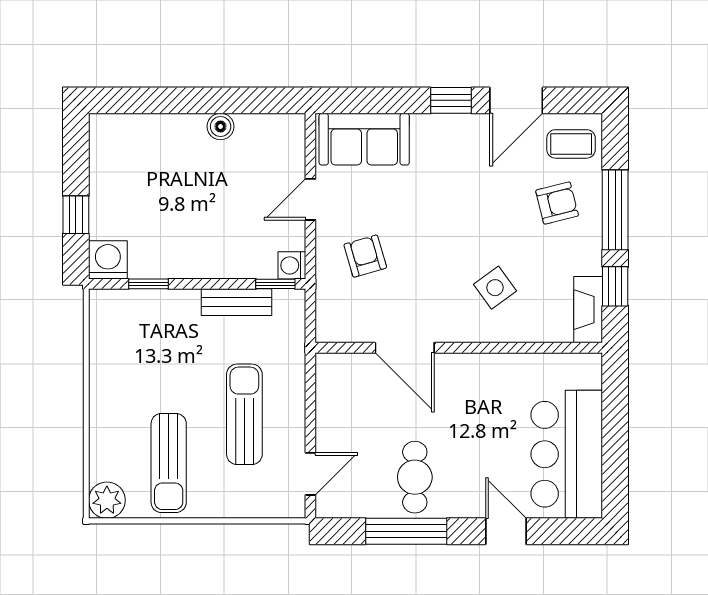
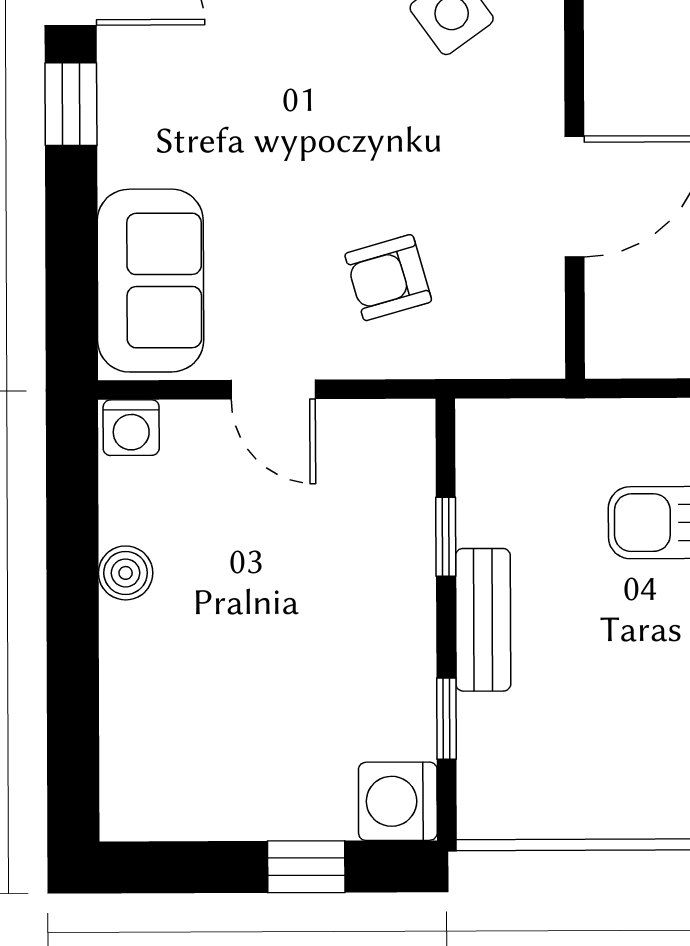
washing machine: (292, 265) -> (131, 428), moved
window: (275, 284) -> (446, 537), moved
bench: (237, 302) -> (483, 620), moved

